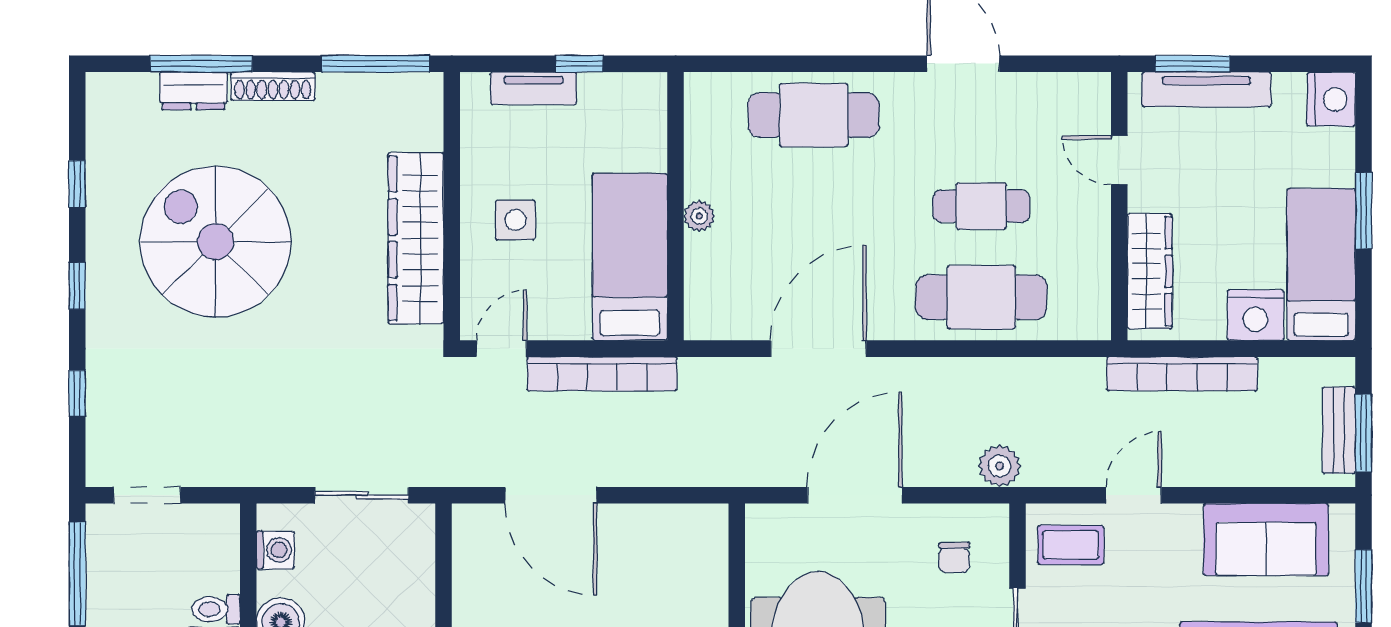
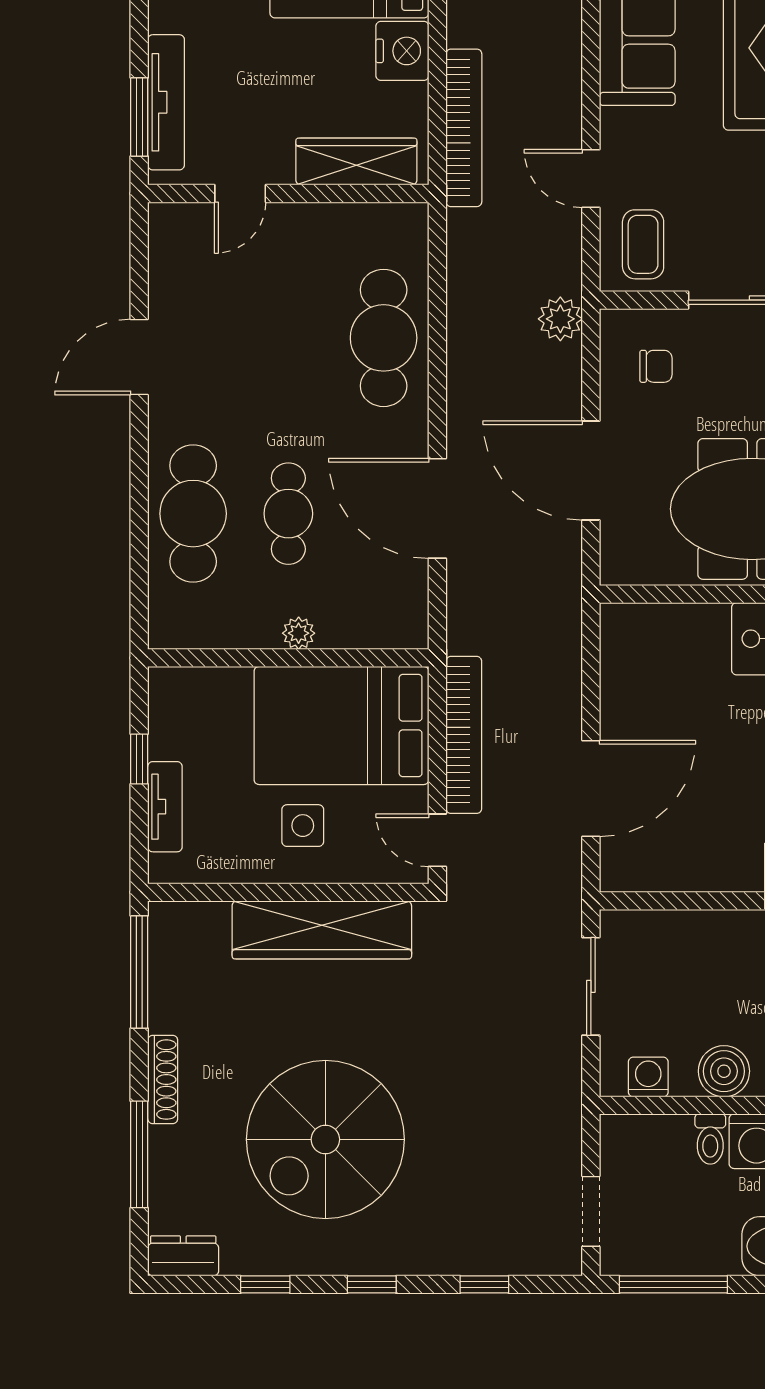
dresser: (194, 91) -> (183, 1256), moved, turned -90
cafe table: (981, 206) -> (288, 514), moved
bed: (630, 257) -> (341, 726), width x1.50

